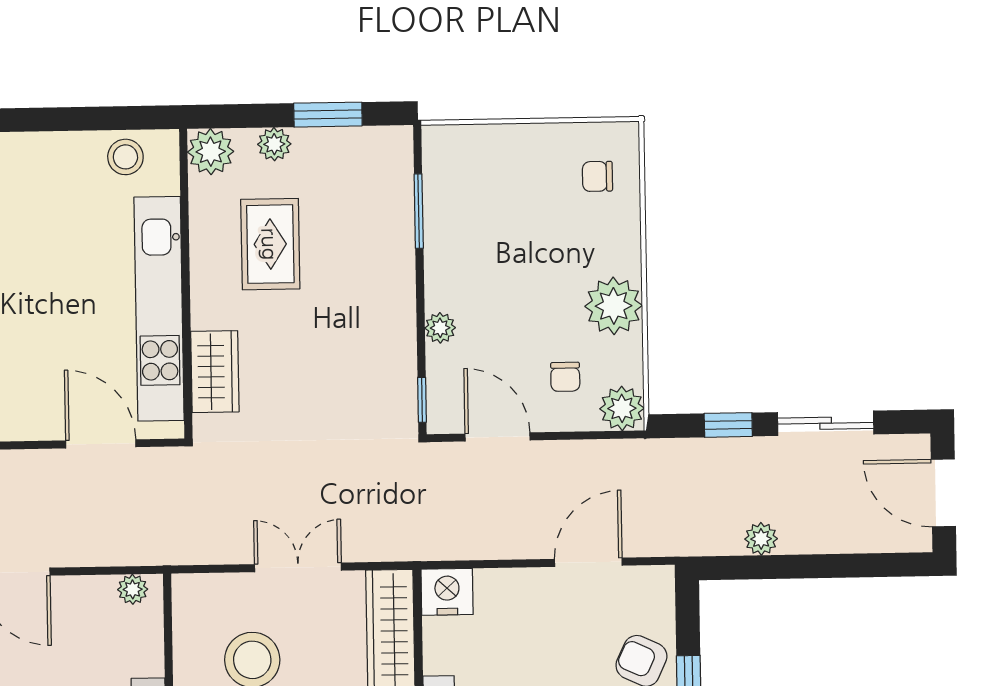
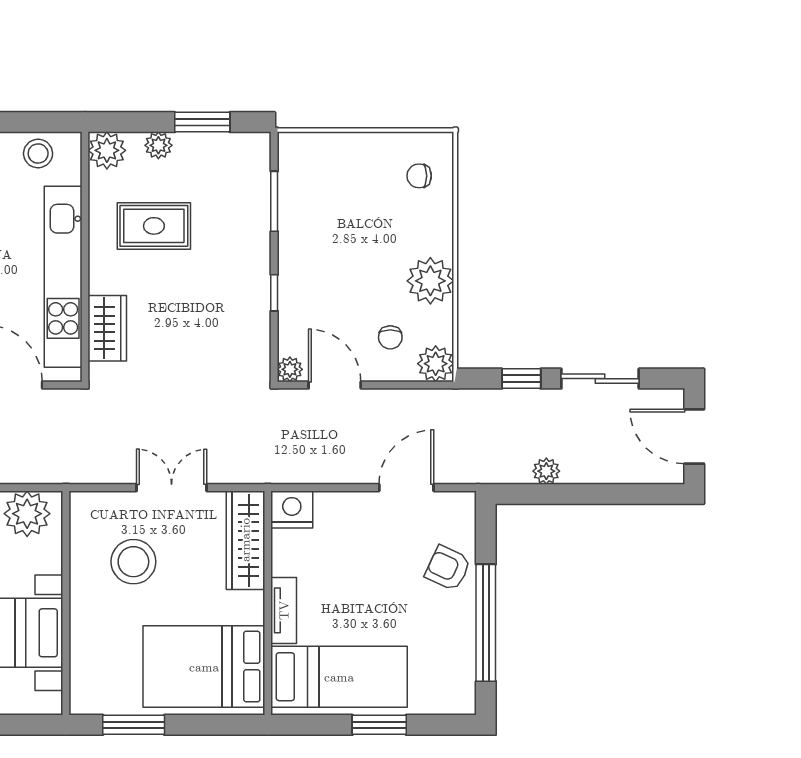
rug: (270, 244) -> (154, 226), turned 90
plant: (440, 328) -> (290, 369), moved
window: (422, 400) -> (274, 293), moved
plant: (133, 589) -> (27, 514), width x1.87, depth x1.87

